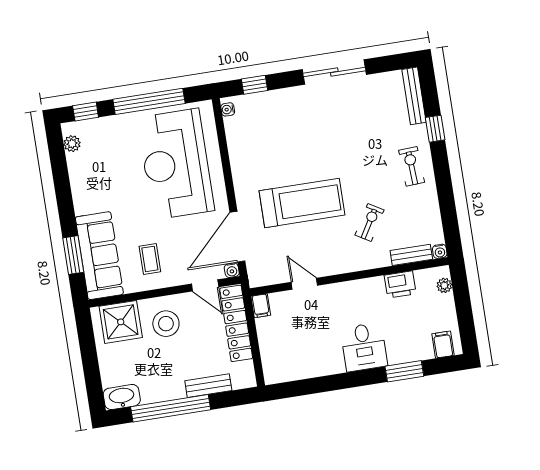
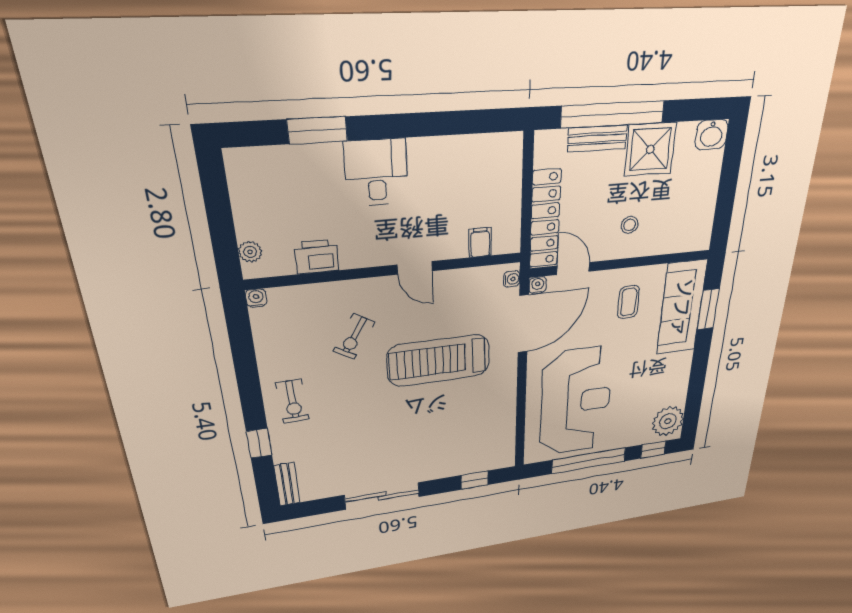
bench: (414, 96) -> (287, 484), width x0.73
water cooler: (228, 109) -> (512, 279), moved
plant: (72, 144) -> (668, 421), width x1.88, depth x1.88
bench: (411, 255) -> (298, 295), removed
door: (304, 284) -> (415, 268), moved
filing cabinet: (261, 306) -> (480, 242), moved
shower: (121, 322) -> (650, 149), moved
stool: (166, 324) -> (630, 225), width x0.53, depth x0.53
filing cabinet: (443, 345) -> (254, 166), removed
washbasin: (122, 397) -> (711, 135), width x0.72
window: (171, 408) -> (613, 114), moved

